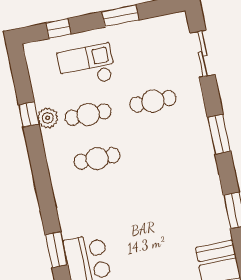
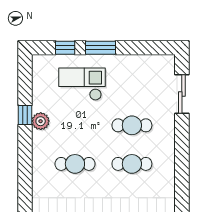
window: (120, 16) -> (100, 48), moved
cafe table: (88, 115) -> (132, 164), moved
window: (219, 134) -> (182, 165), removed

